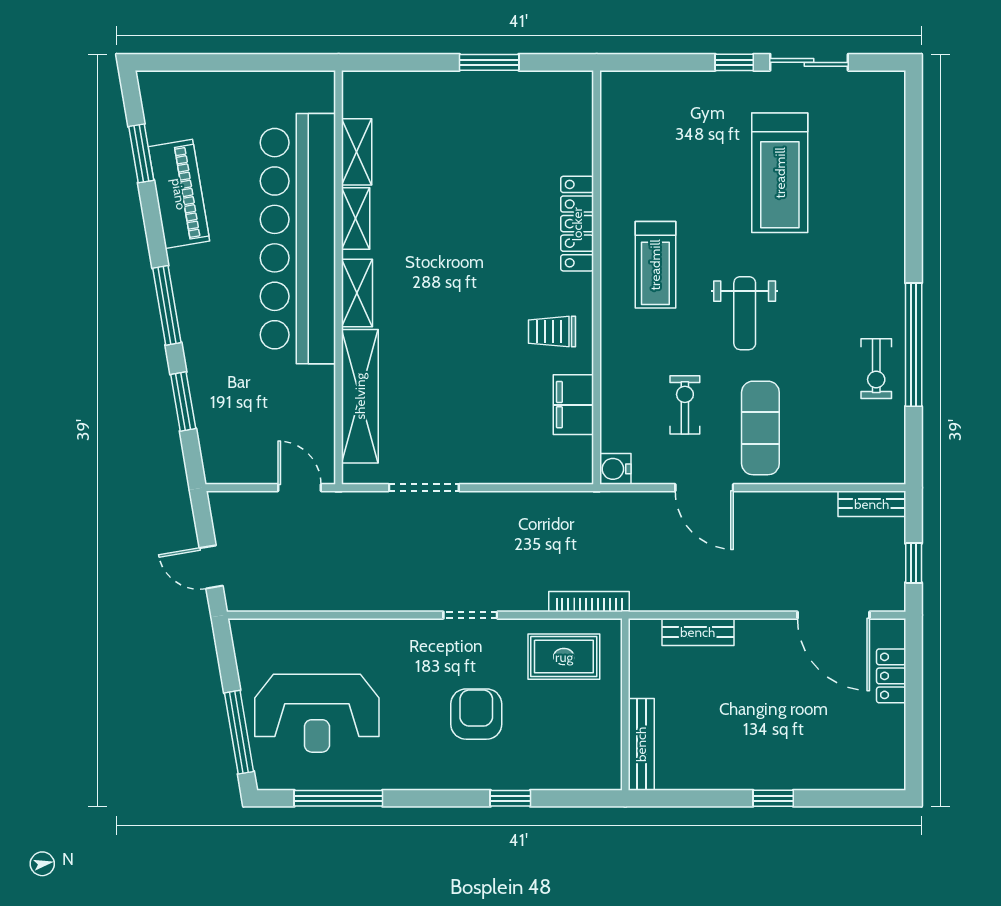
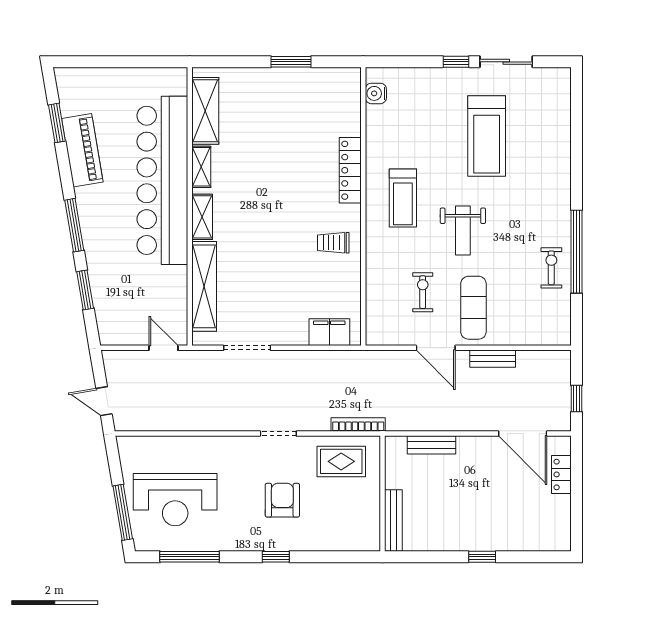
shelving: (357, 152) -> (205, 111), width x1.50, depth x1.33
exercise bike: (876, 369) -> (551, 268), turned 180
filing cabinet: (573, 405) -> (329, 332), moved, turned 90
water cooler: (615, 469) -> (376, 93), moved
bench: (872, 504) -> (493, 359), moved
window: (510, 798) -> (276, 557), moved

